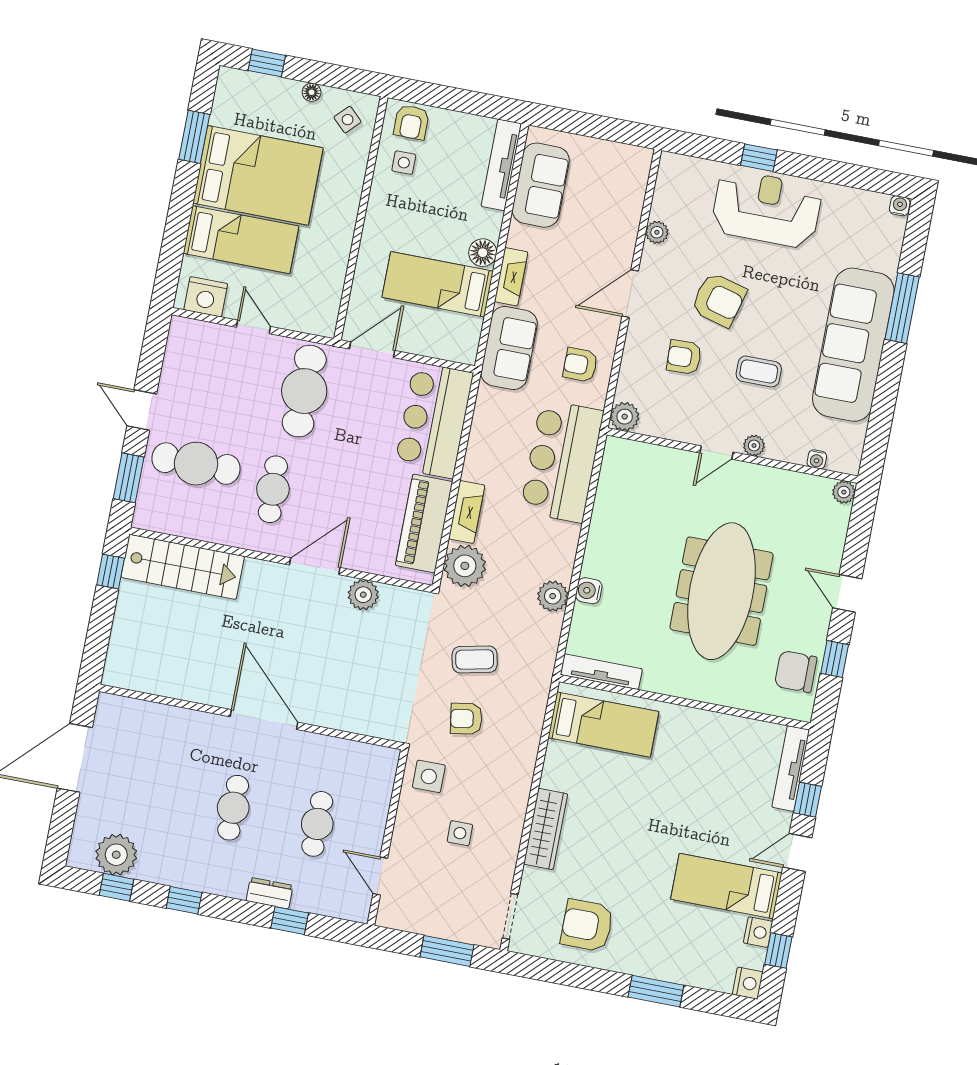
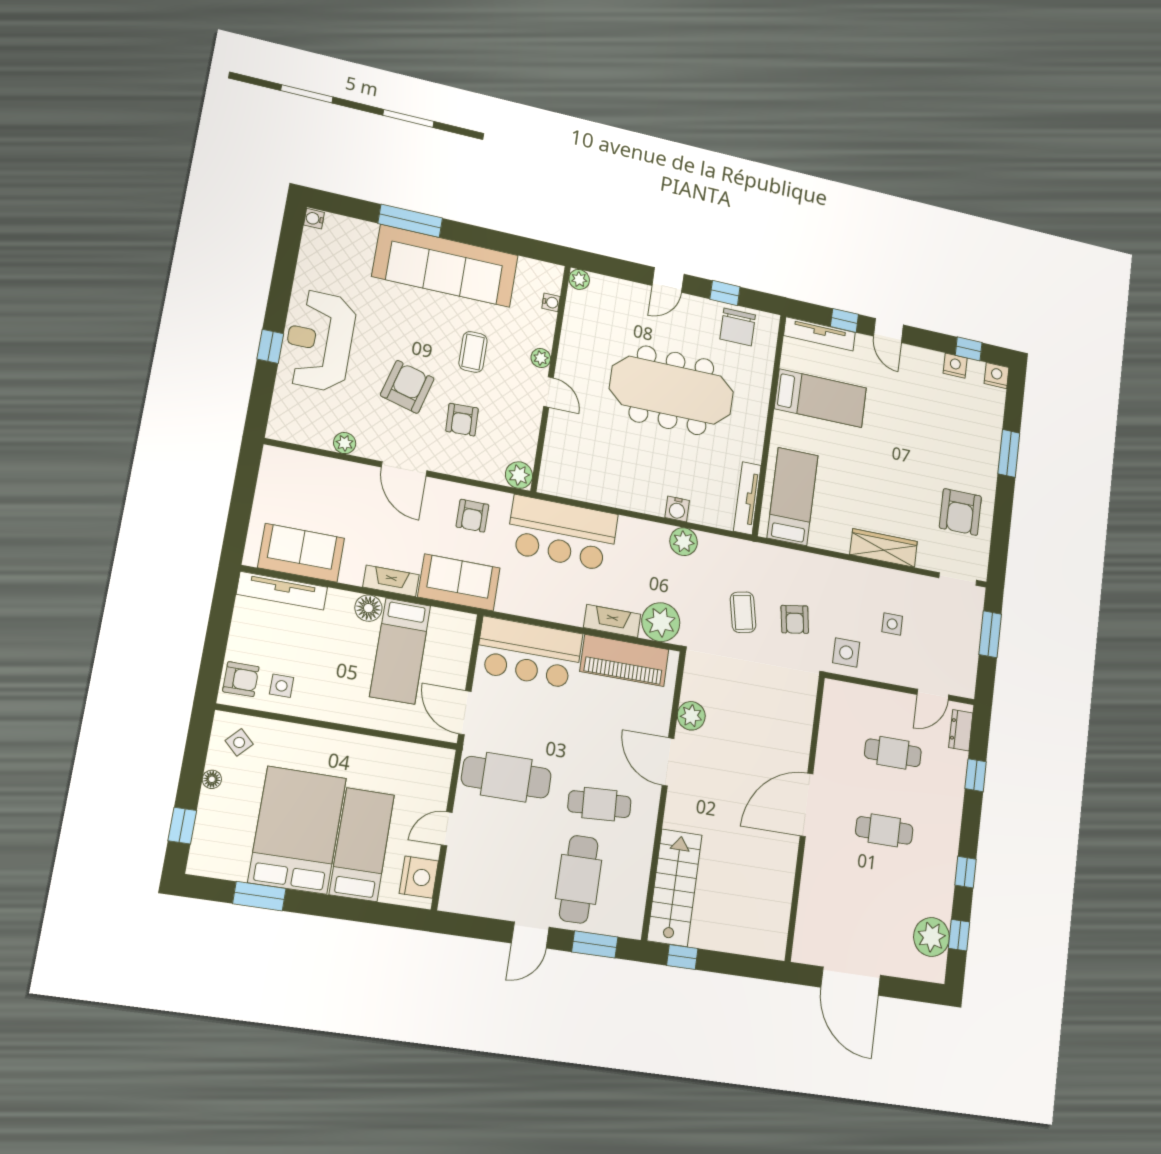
bed: (726, 886) -> (820, 398), moved, turned -90
dresser: (270, 893) -> (961, 730), moved

